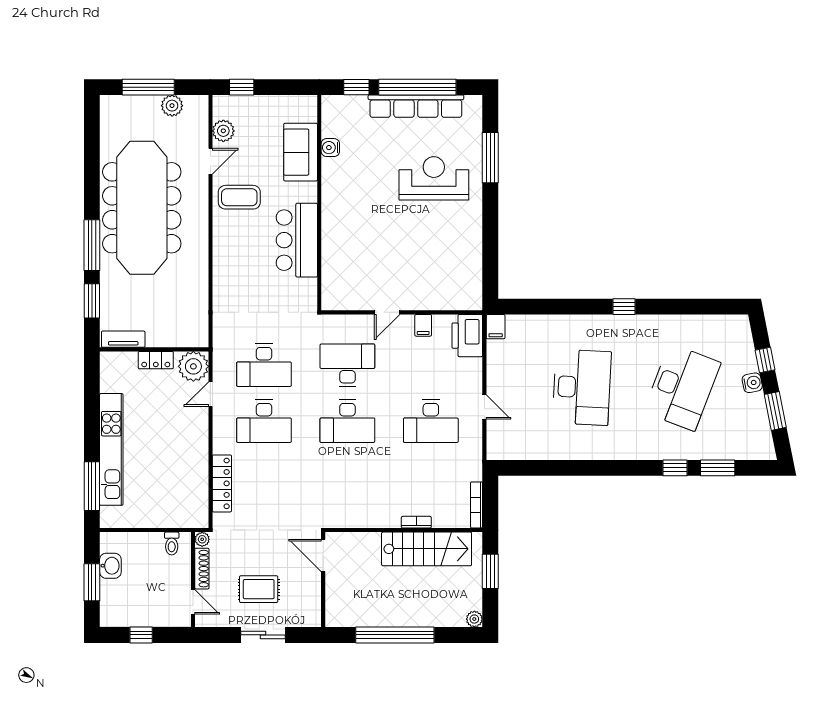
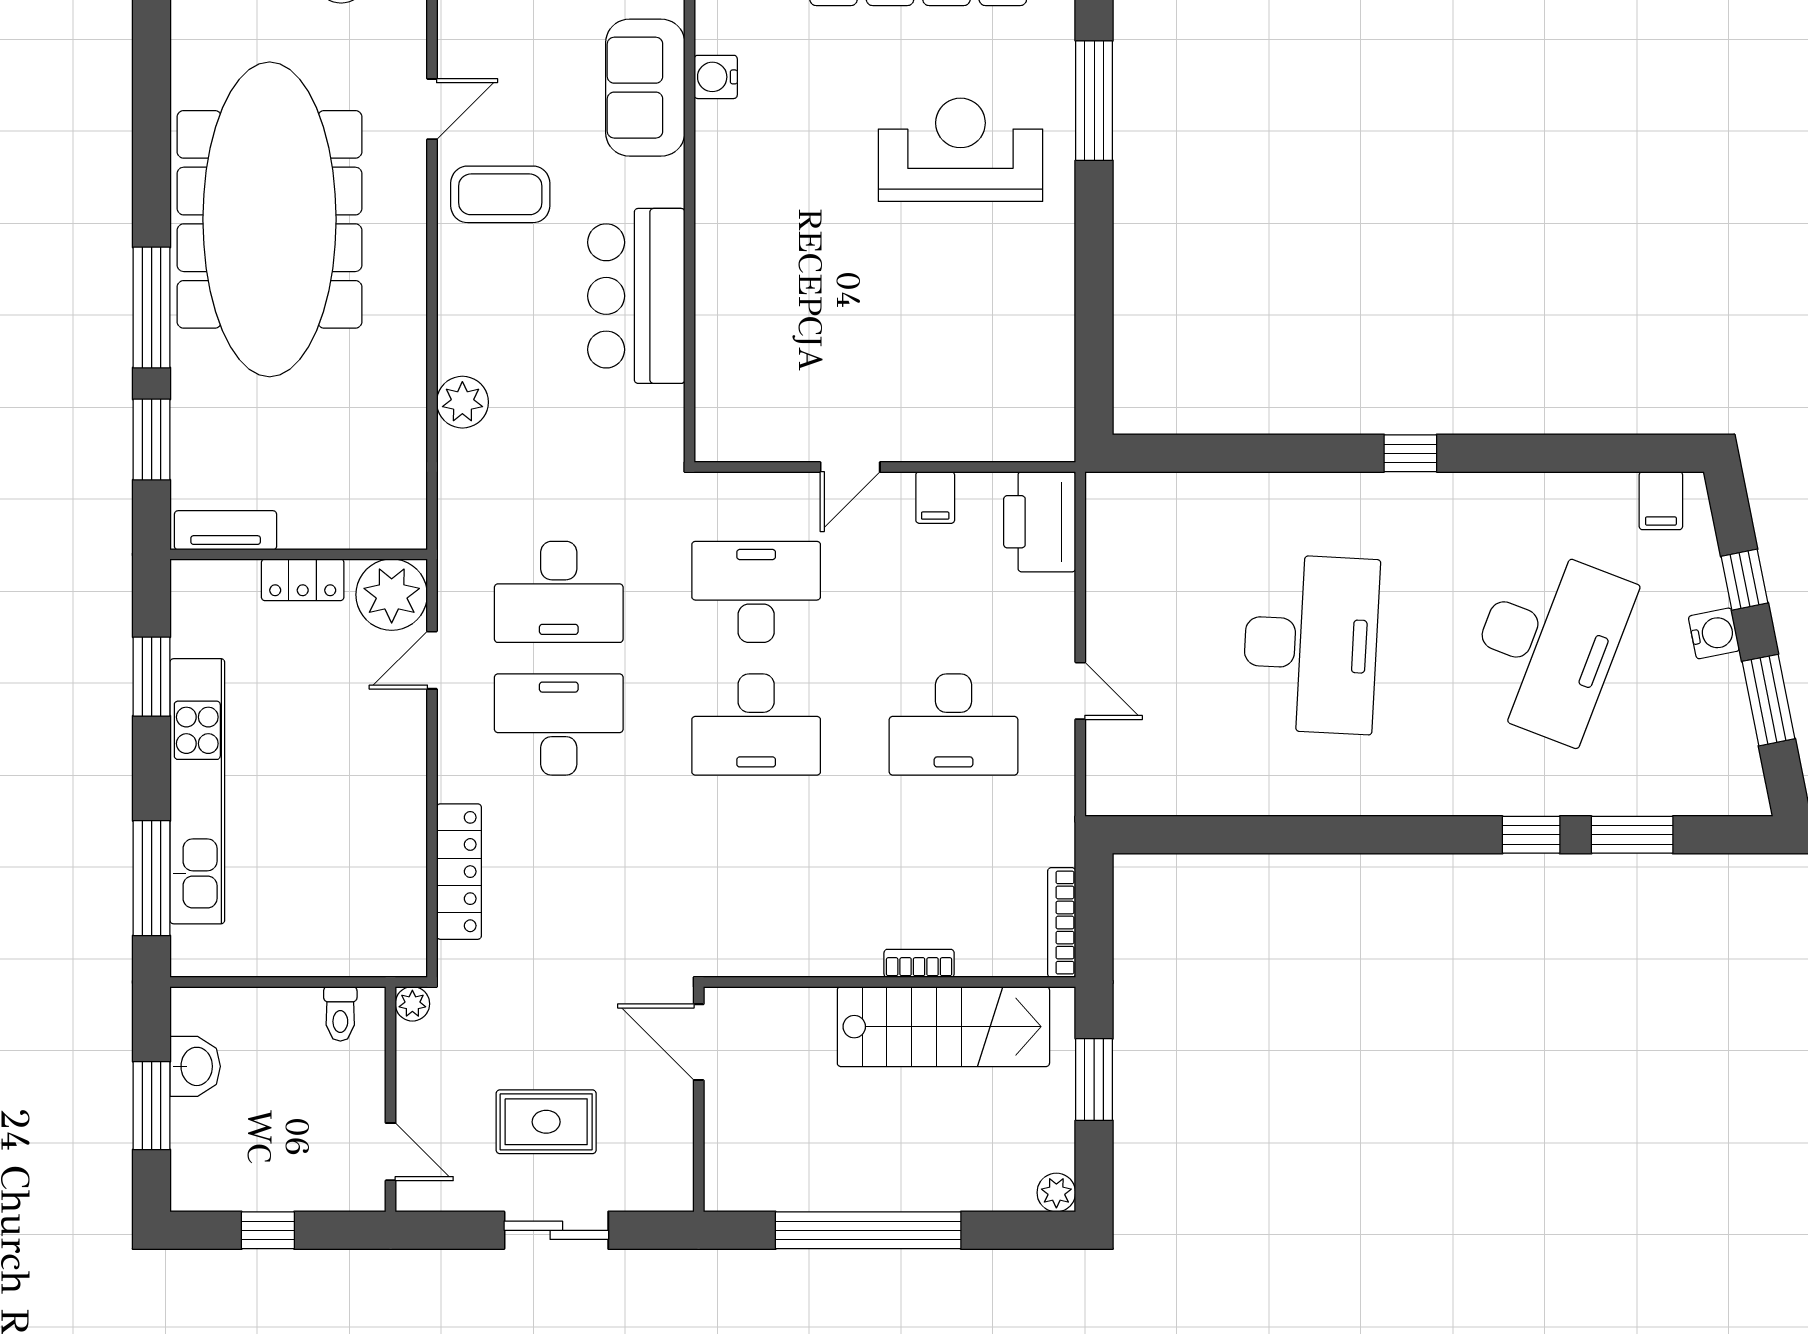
plant: (223, 131) -> (462, 402), moved
filing cabinet: (496, 327) -> (1661, 501), moved
window: (92, 401) -> (152, 677), added
desk: (264, 421) -> (559, 724), turned 180
shoe rack: (202, 569) -> (412, 1073), removed

